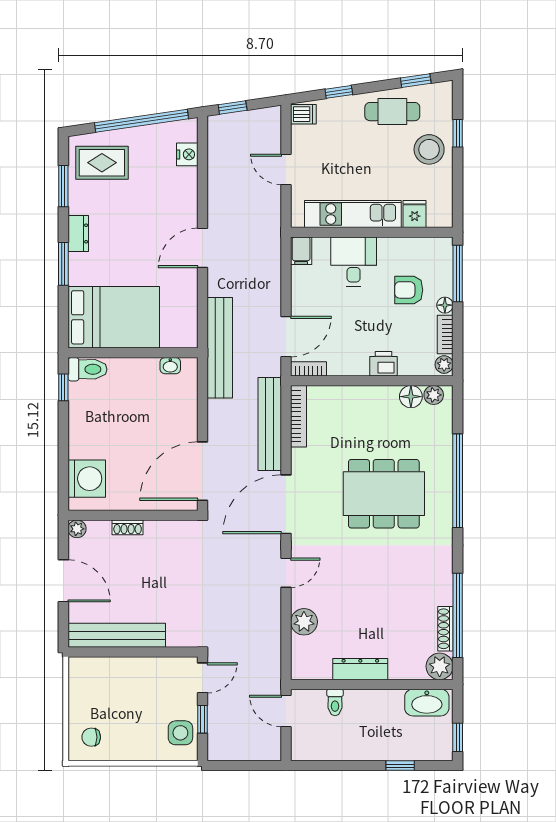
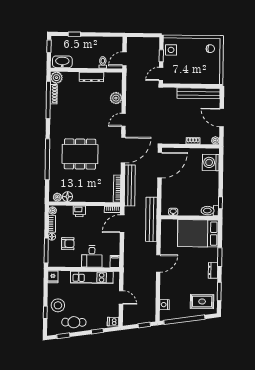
fridge: (415, 214) -> (53, 277), moved
door: (286, 711) -> (124, 59), swing flipped

